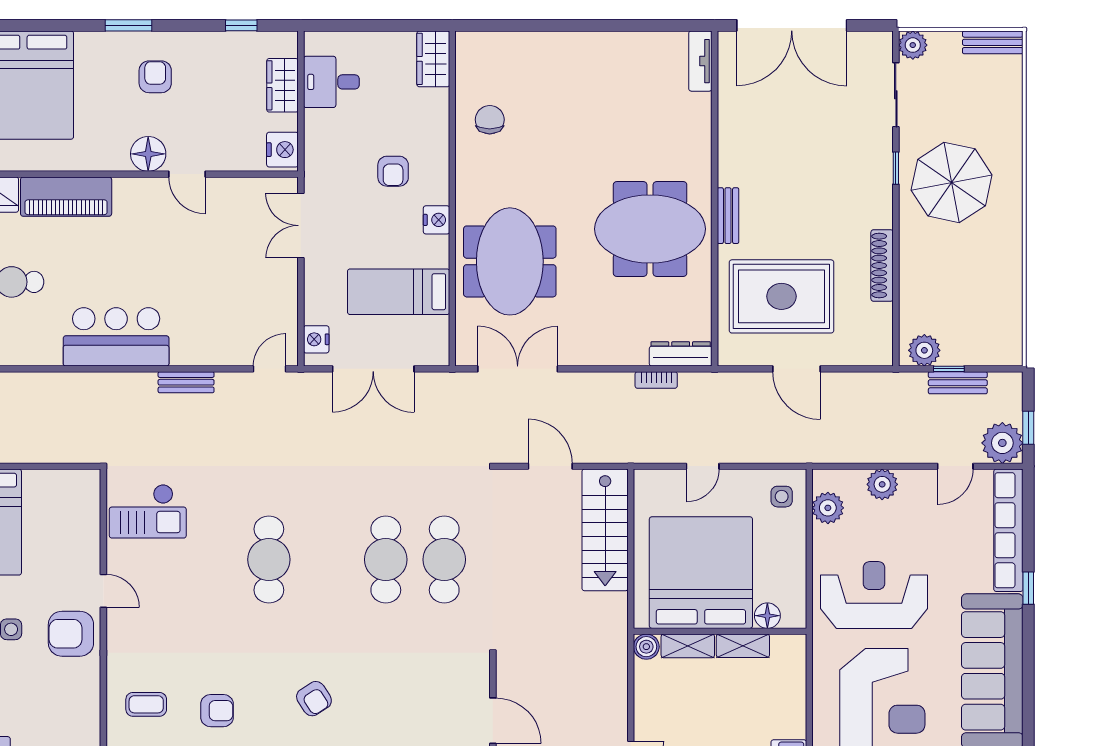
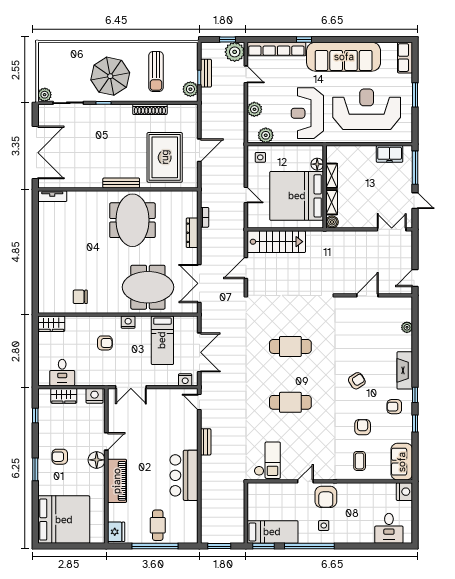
bench: (993, 42) -> (43, 56), removed
piano: (66, 197) -> (117, 481), moved
bench: (728, 216) -> (121, 183), width x1.36
sun lounger: (961, 278) -> (156, 71), added
dresser: (681, 354) -> (192, 233), moved
cafe table: (444, 560) -> (290, 319), removed

